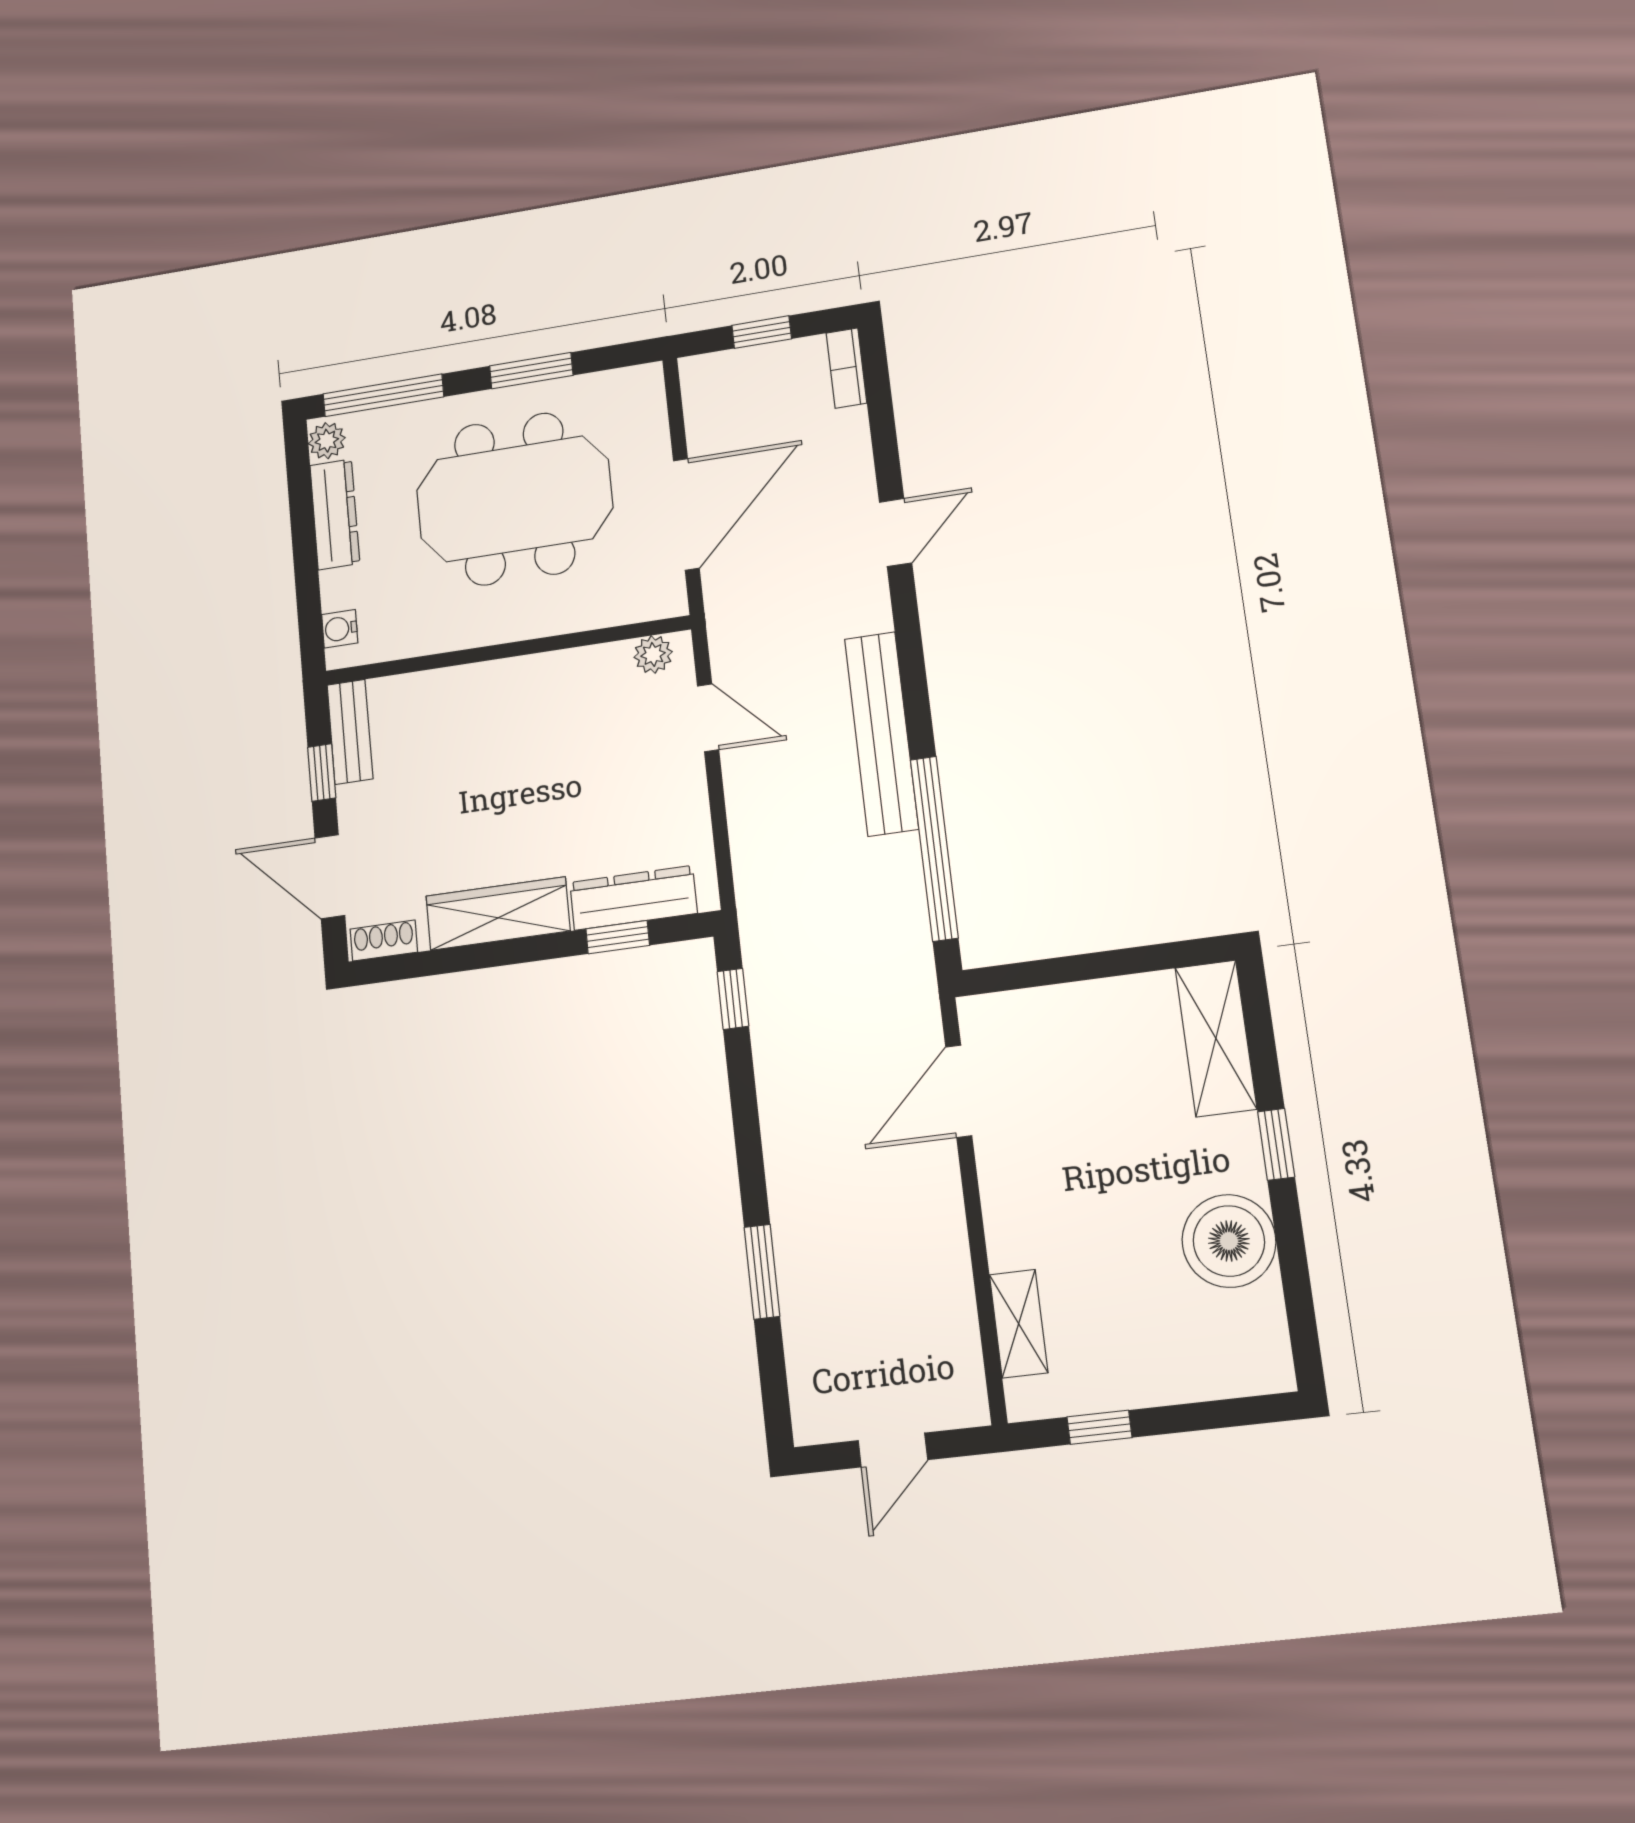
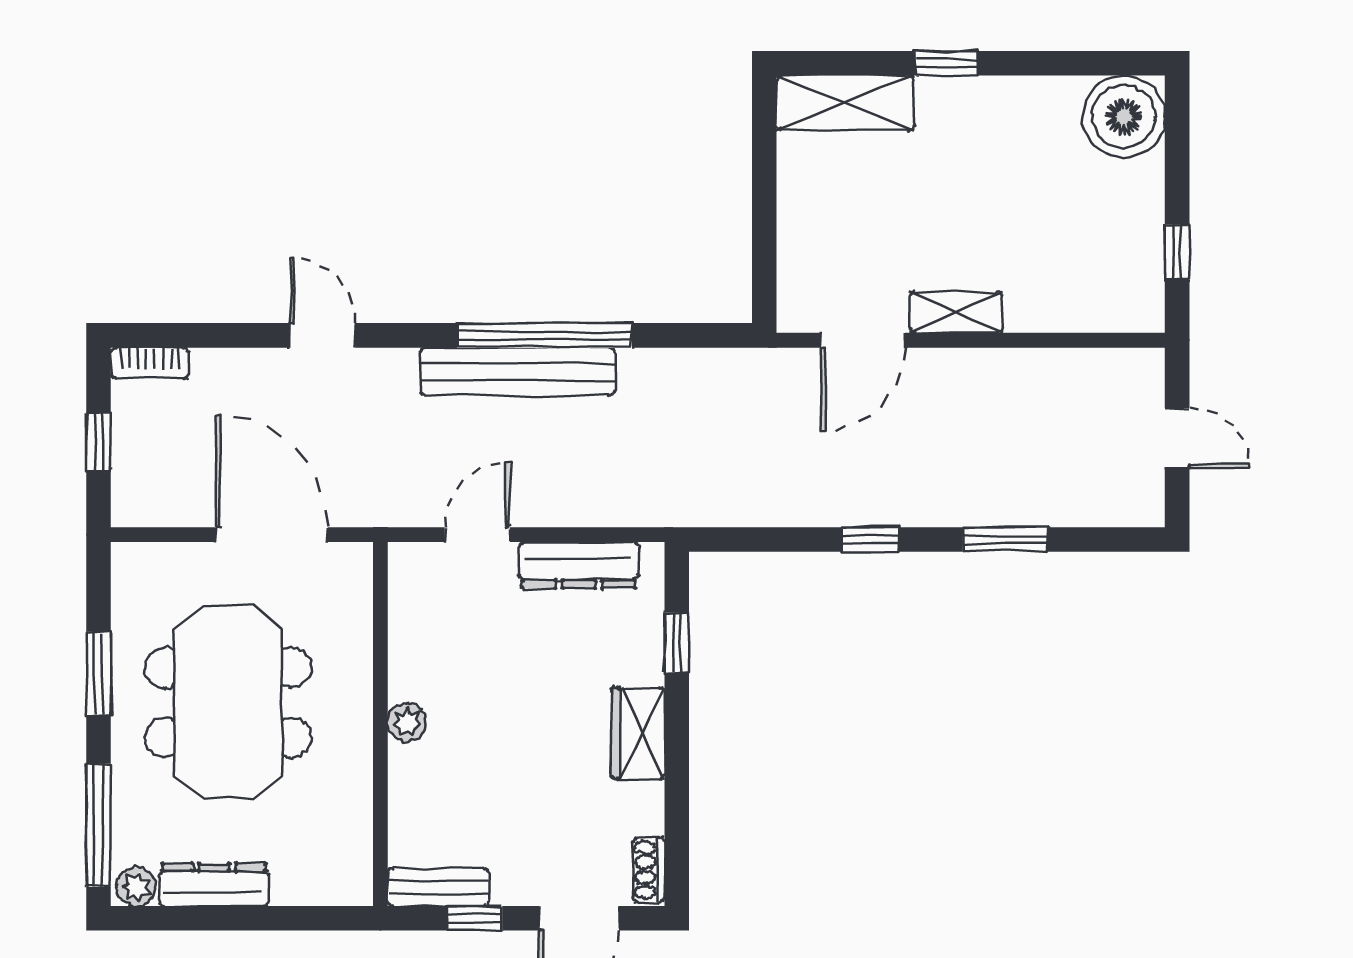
water cooler: (340, 629) -> (333, 889), removed
plant: (653, 654) -> (407, 722), moved
window: (934, 848) -> (544, 335), moved
dresser: (633, 898) -> (579, 565), moved, turned -90
wardrobe: (498, 913) -> (638, 733), width x0.67
window: (733, 999) -> (871, 539), moved
door: (959, 1091) -> (863, 340), hinge flipped
boiler: (1229, 1241) -> (1124, 117), moved
shelving: (1019, 1324) -> (956, 312), moved

